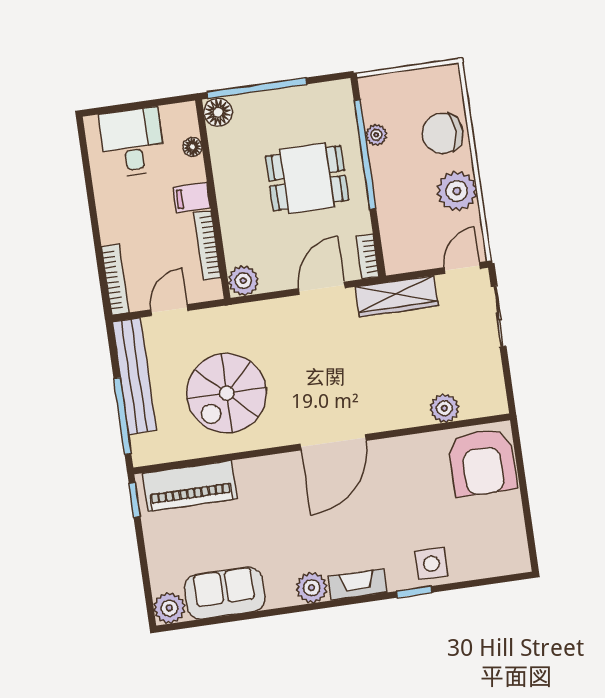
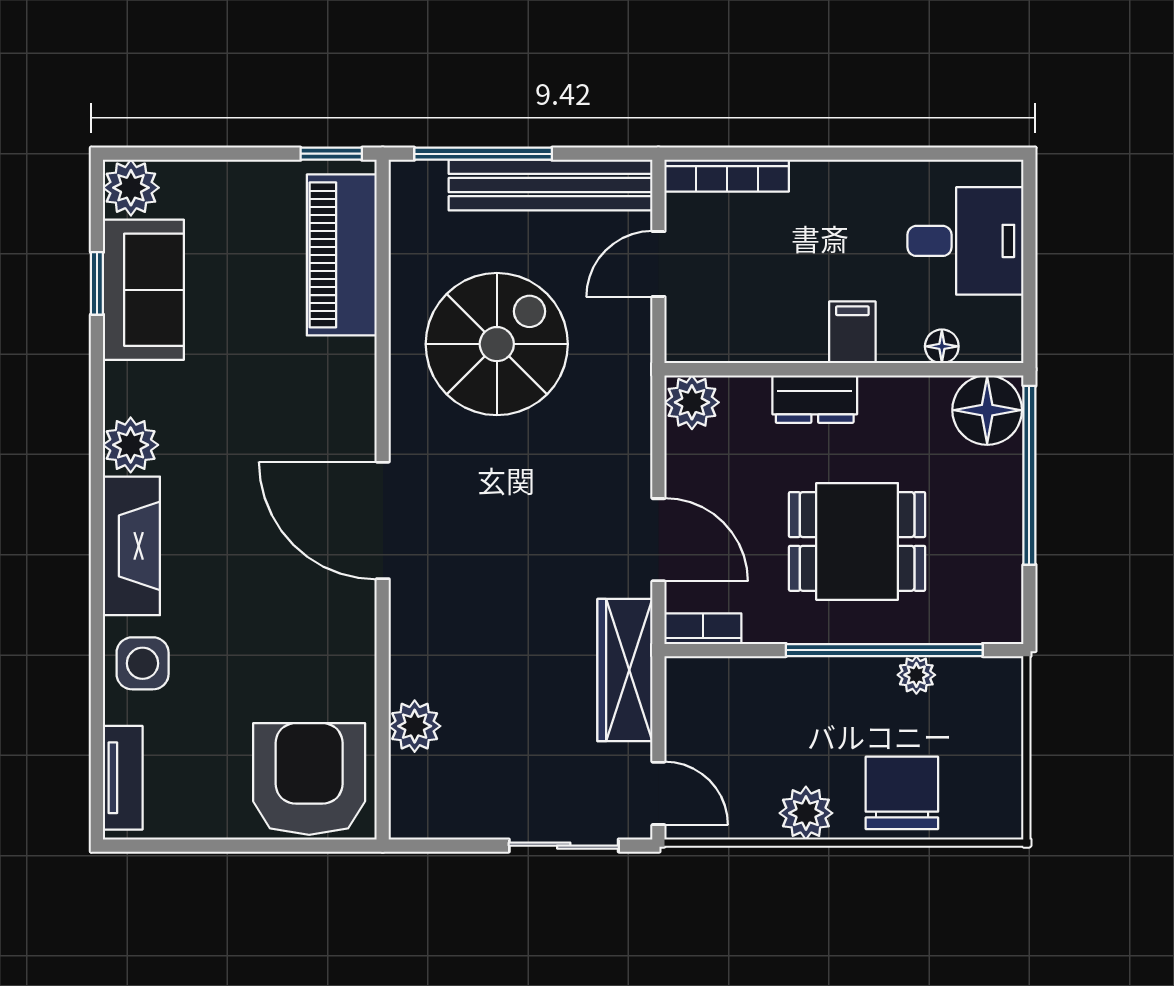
floor lamp: (218, 112) -> (987, 410), width x1.38, depth x1.38
dining table: (307, 178) -> (857, 541), turned 90
plant: (457, 191) -> (806, 813), width x0.73, depth x0.73
dresser: (232, 213) -> (815, 399), added
bookcase: (207, 245) -> (764, 348), removed
door: (169, 310) -> (658, 264), swing flipped
spiral stairs: (227, 393) -> (497, 344), turned 90
armchair: (482, 462) -> (309, 779), turned 90
tv unit: (496, 565) -> (123, 778), added
fireplace: (358, 584) -> (131, 546), width x1.37, depth x1.32
window: (414, 592) -> (97, 283), moved

